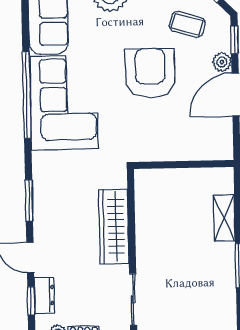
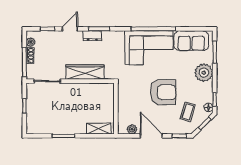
plant: (222, 62) -> (132, 129), moved
shelving: (224, 218) -> (99, 129), moved
dresser: (44, 295) -> (92, 36), moved

